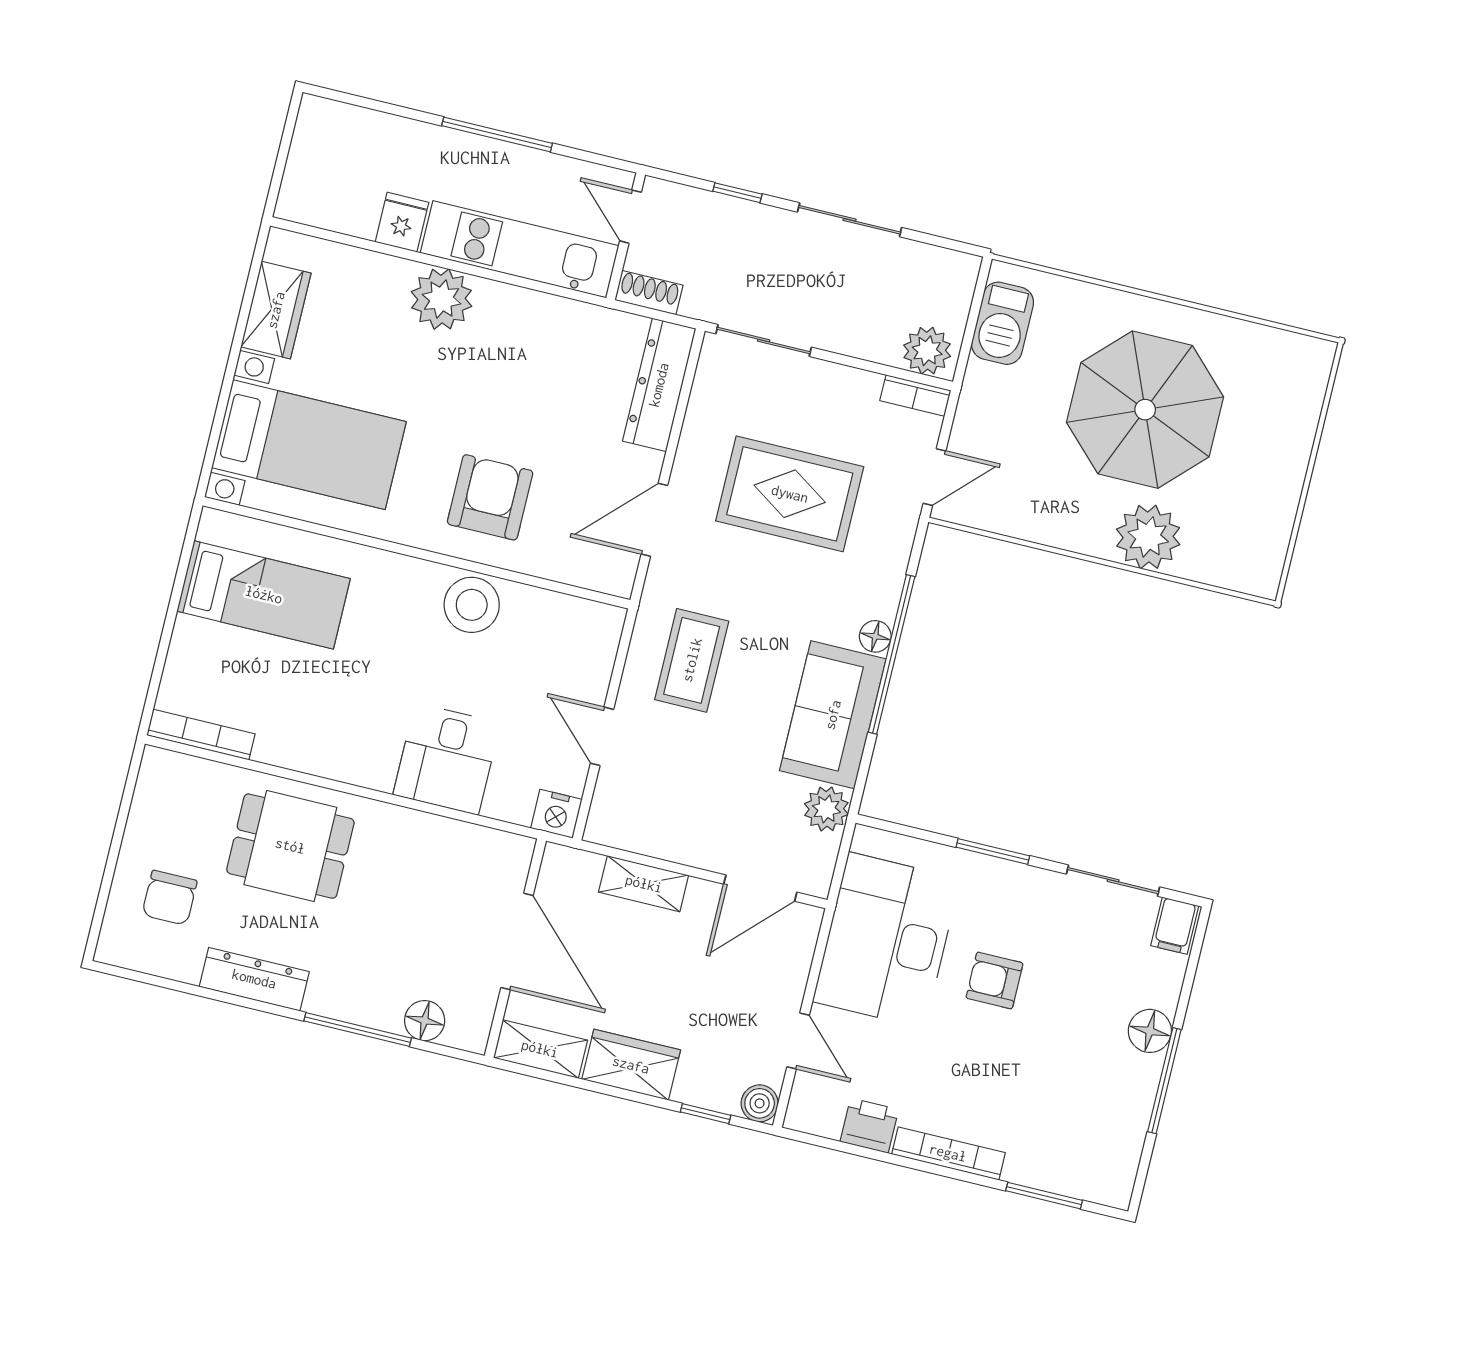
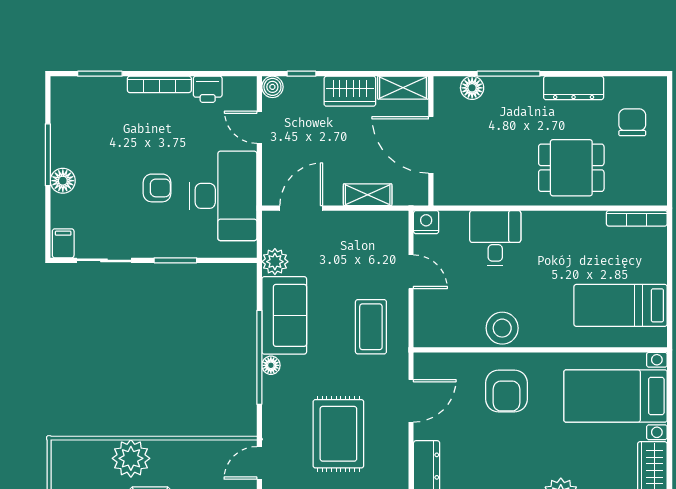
rug: (790, 494) -> (338, 434), turned 90

